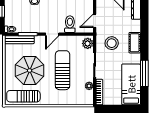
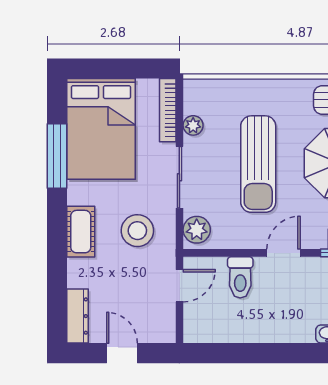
bed: (131, 84) -> (101, 129), width x1.50

